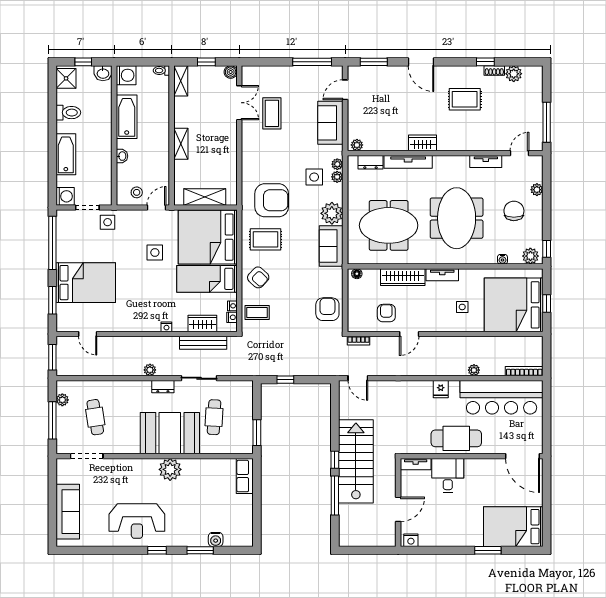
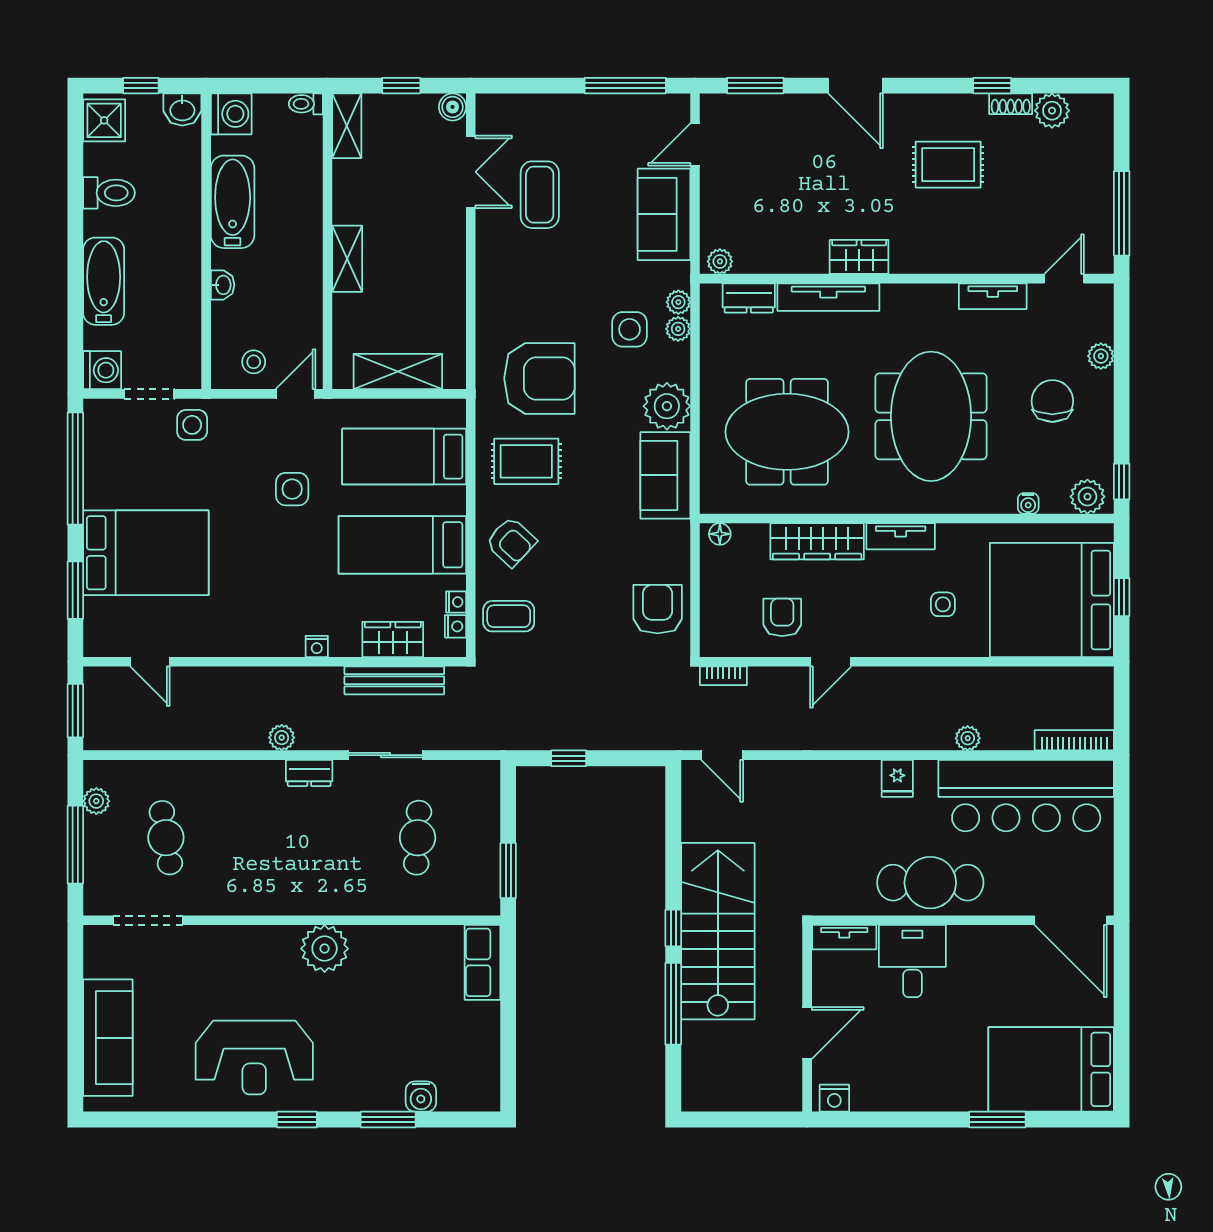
bed: (208, 237) -> (404, 457), width x0.49
booth: (170, 433) -> (324, 872), removed

